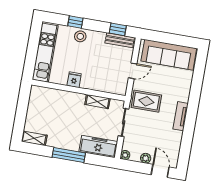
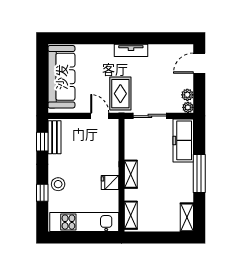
door: (133, 71) -> (100, 116), moved
shelving: (44, 92) -> (131, 215), added
shelving: (97, 101) -> (131, 174), moved
plant: (146, 158) -> (187, 95), moved

